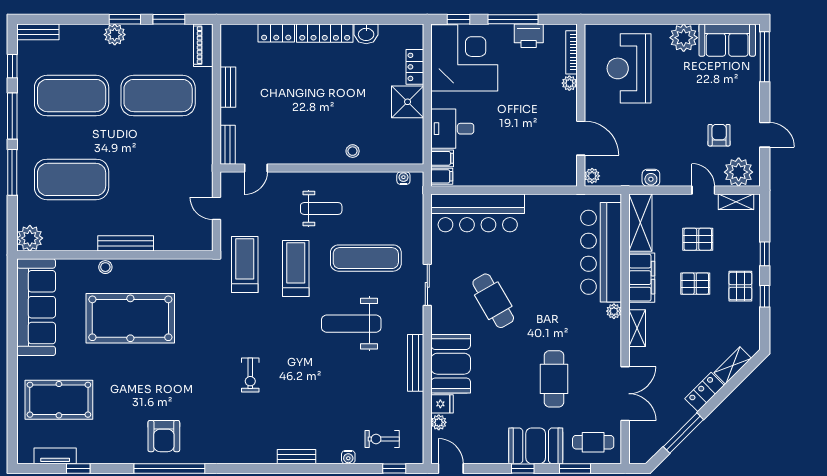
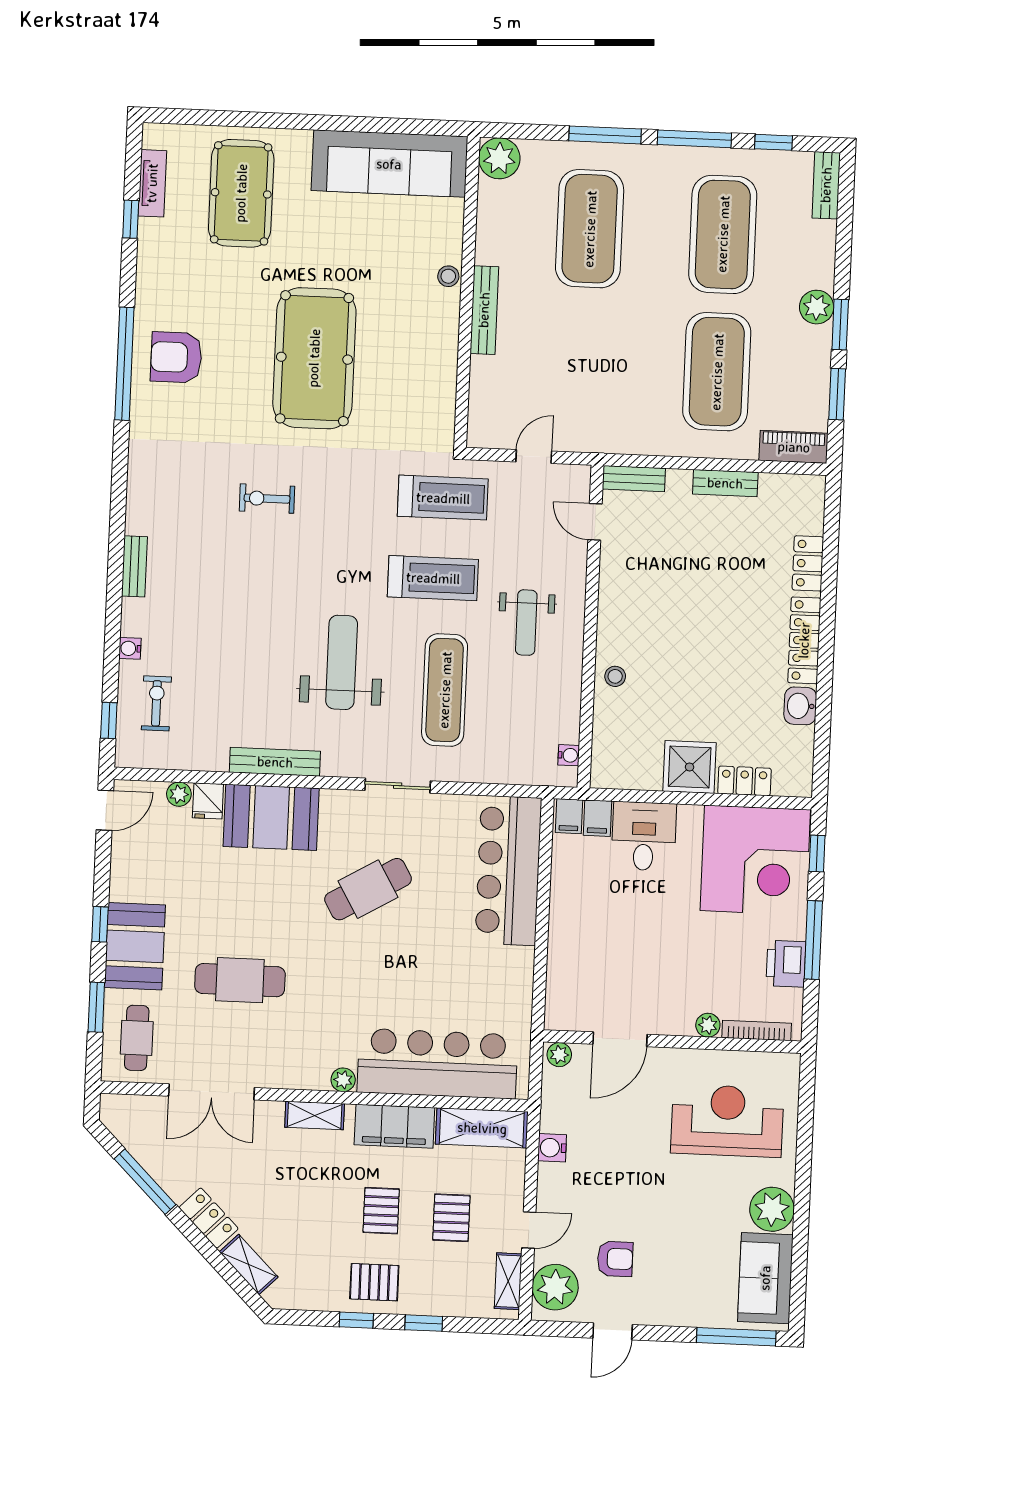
pool table: (130, 318) -> (314, 358), moved

